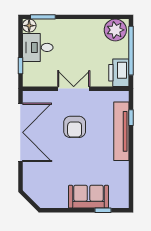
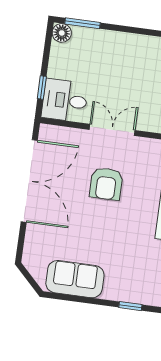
desk: (38, 47) -> (65, 100), moved
sofa: (89, 197) -> (75, 279), moved

